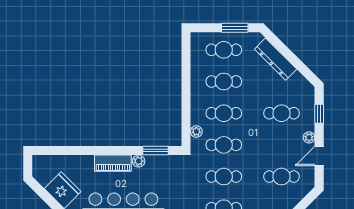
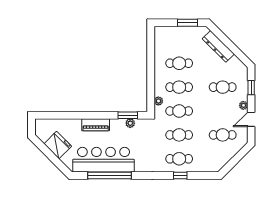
cafe table: (224, 50) -> (179, 39), removed
plant: (139, 161) -> (130, 123), moved

